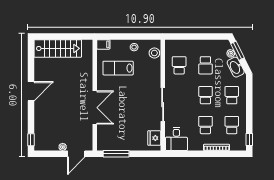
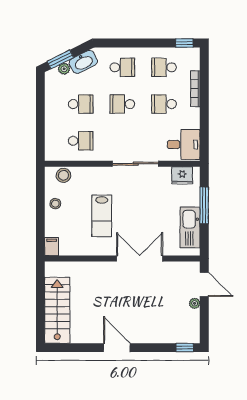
school desk: (179, 65) -> (81, 141), turned 180
lab bench: (118, 68) -> (102, 216), moved
school desk: (232, 95) -> (122, 67), turned 180
kitchen sink: (117, 144) -> (190, 227), added
window: (116, 154) -> (204, 205), moved

